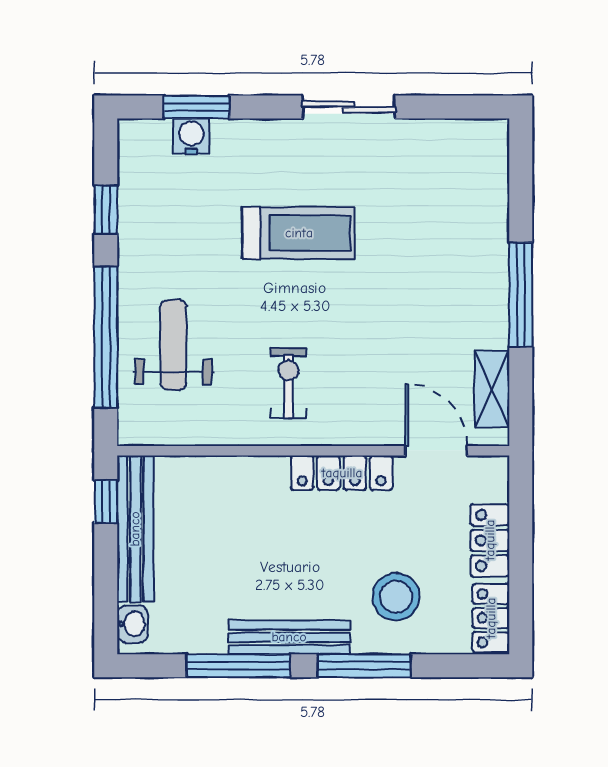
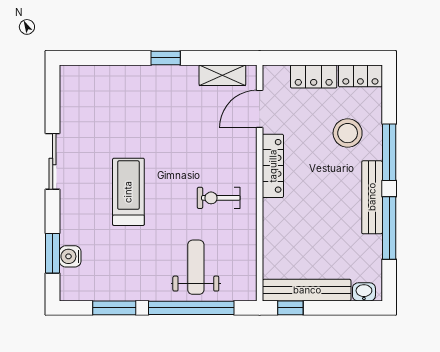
window: (106, 210) -> (114, 308), width x1.50
window: (521, 295) -> (166, 58), width x0.46
weight bench: (173, 345) -> (196, 267), turned 90

